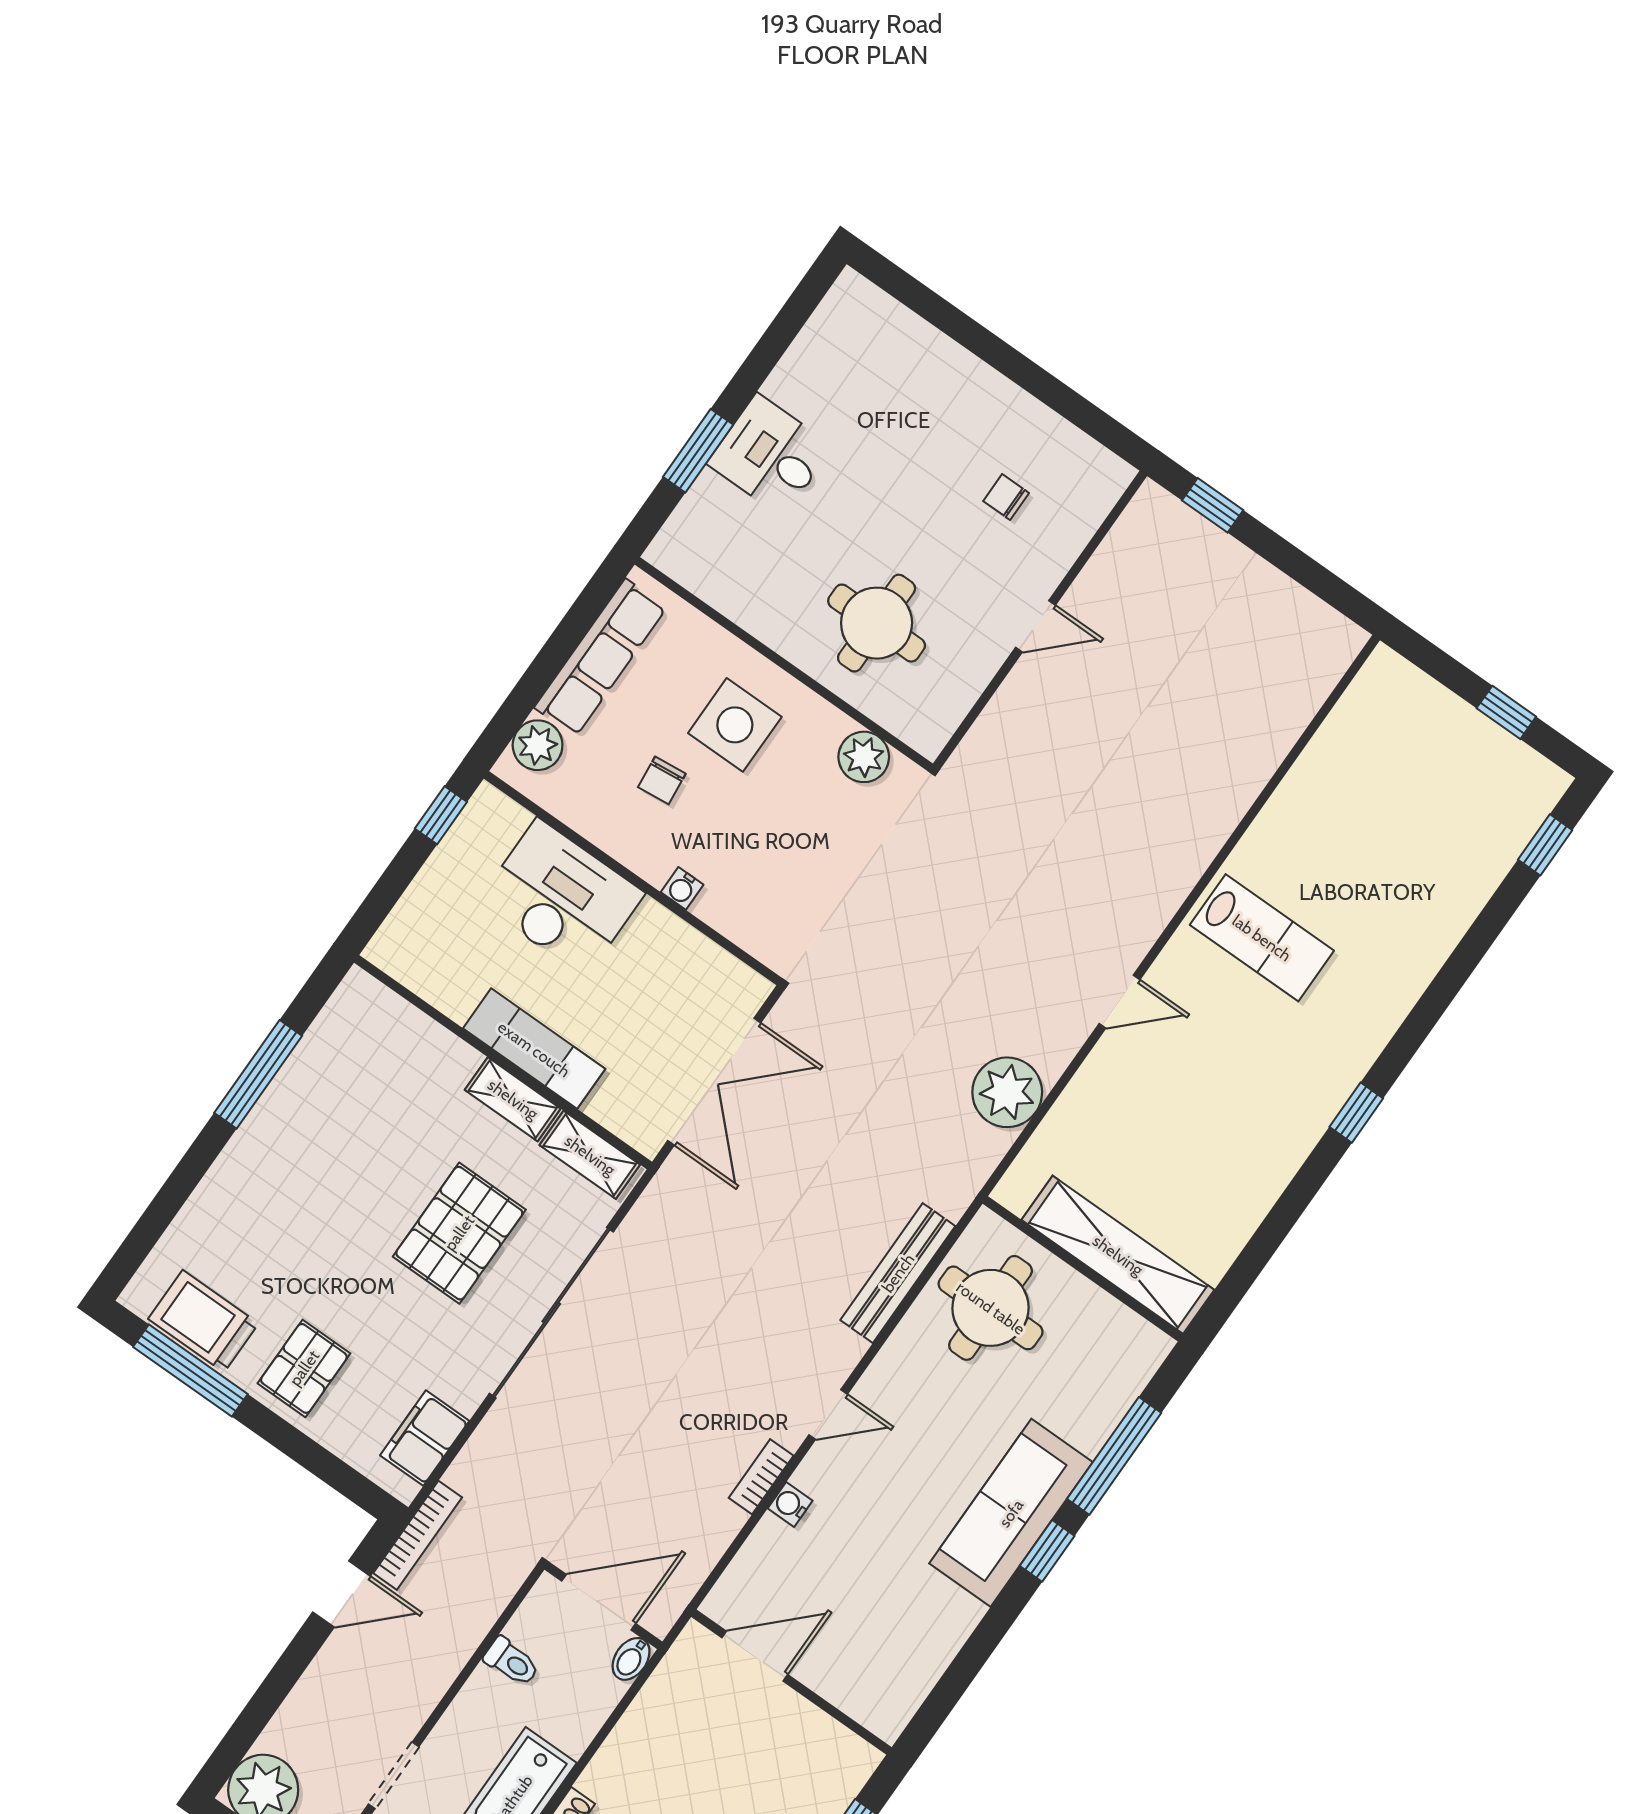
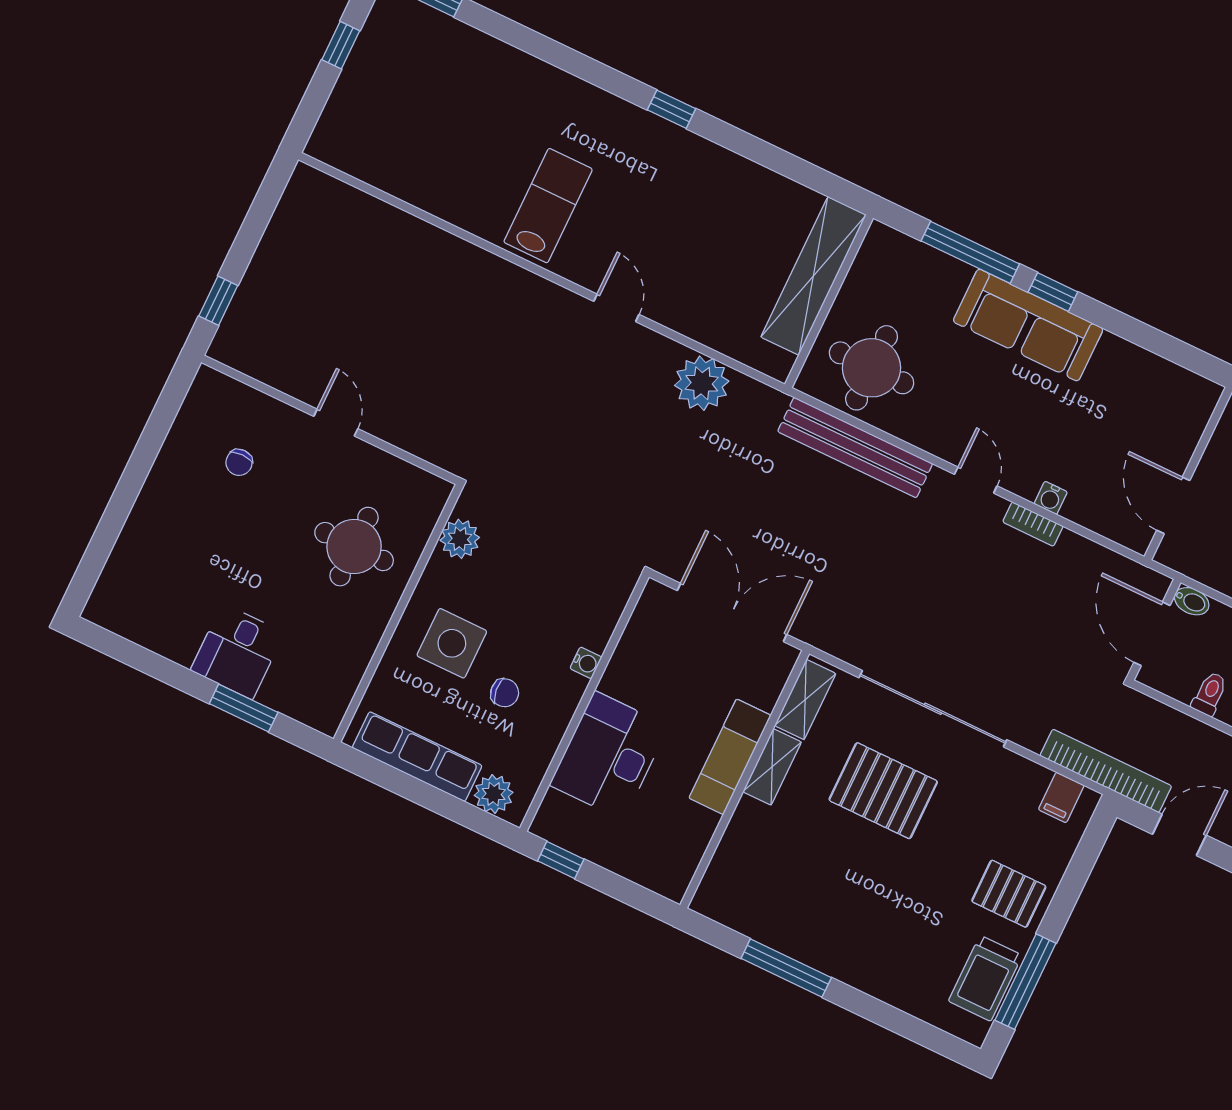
bench: (898, 1273) -> (855, 448), width x1.37, depth x1.21
filing cabinet: (425, 1438) -> (1061, 797), width x0.50
bookcase: (418, 1535) -> (1106, 771), width x1.48, depth x1.31
door: (342, 1594) -> (1179, 835), hinge flipped

